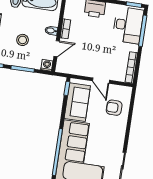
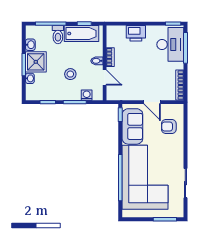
door: (57, 49) -> (105, 78), hinge flipped
washing machine: (47, 65) -> (87, 95), moved

